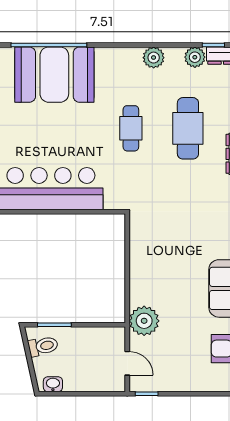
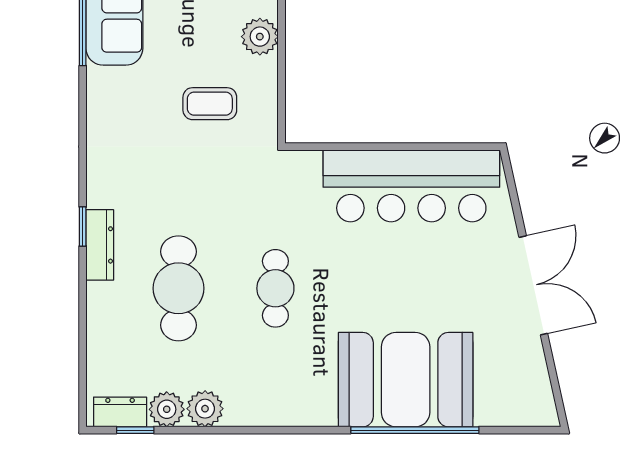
plant: (154, 58) -> (205, 409), moved
coffee table: (169, 237) -> (210, 104), added
plant: (140, 276) -> (260, 37), added

